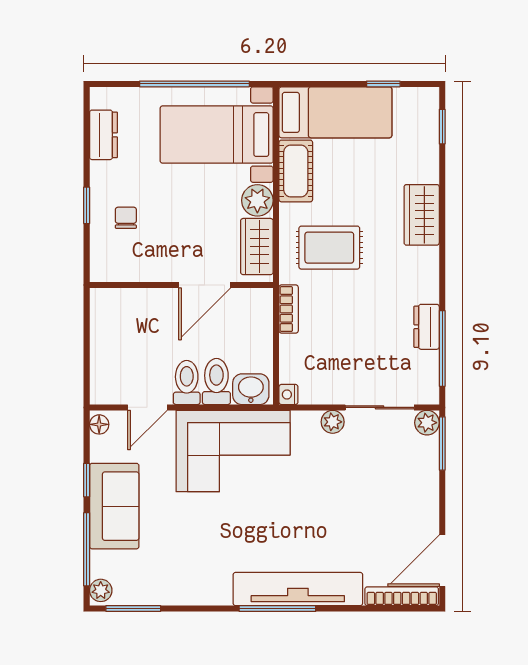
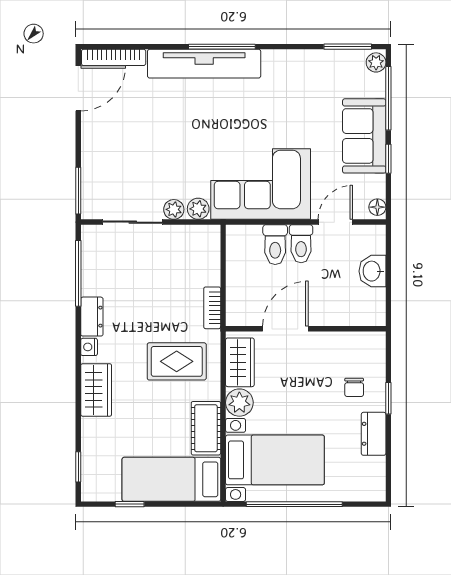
dresser: (103, 135) -> (374, 434), moved
dresser: (427, 327) -> (92, 317), moved
washbasin: (251, 389) -> (372, 271), moved, turned 90
nightstand: (288, 394) -> (89, 347), moved, turned 180
plant: (427, 423) -> (198, 209), moved

